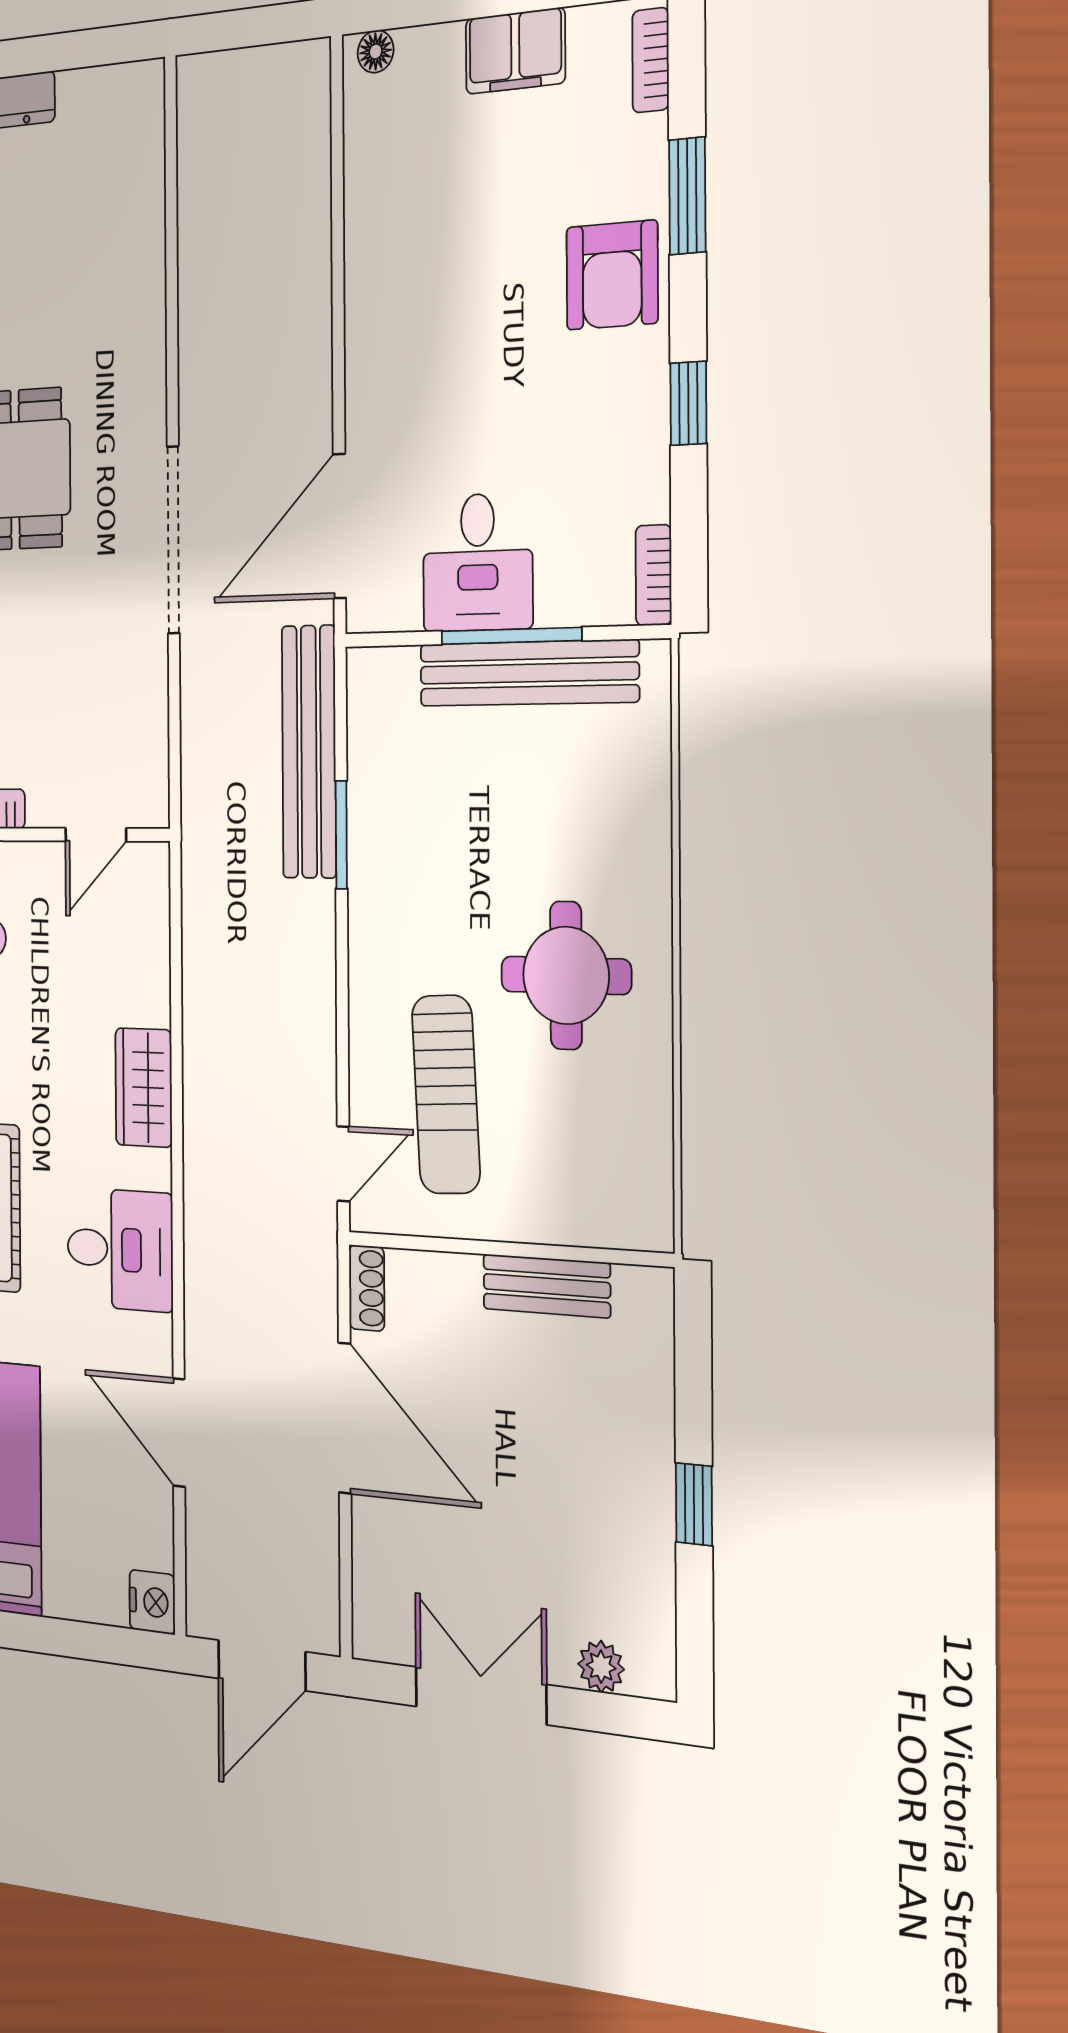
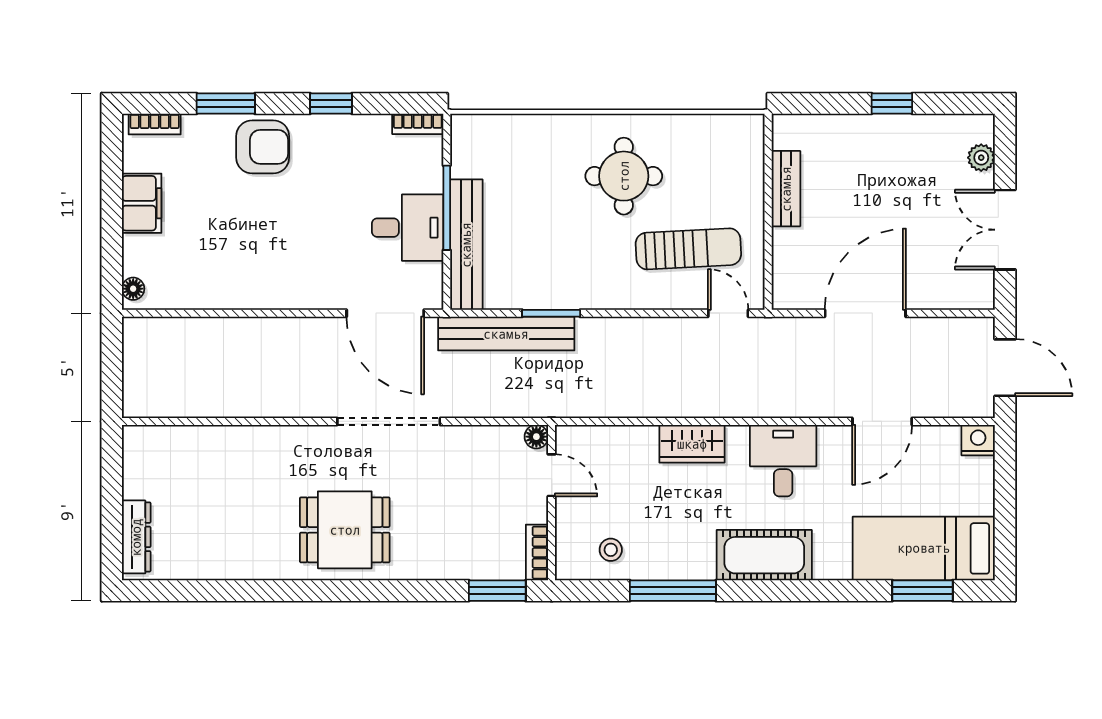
bench: (528, 673) -> (466, 245), moved
floor lamp: (152, 808) -> (536, 437), added
shoe rack: (367, 1288) -> (794, 299), removed

